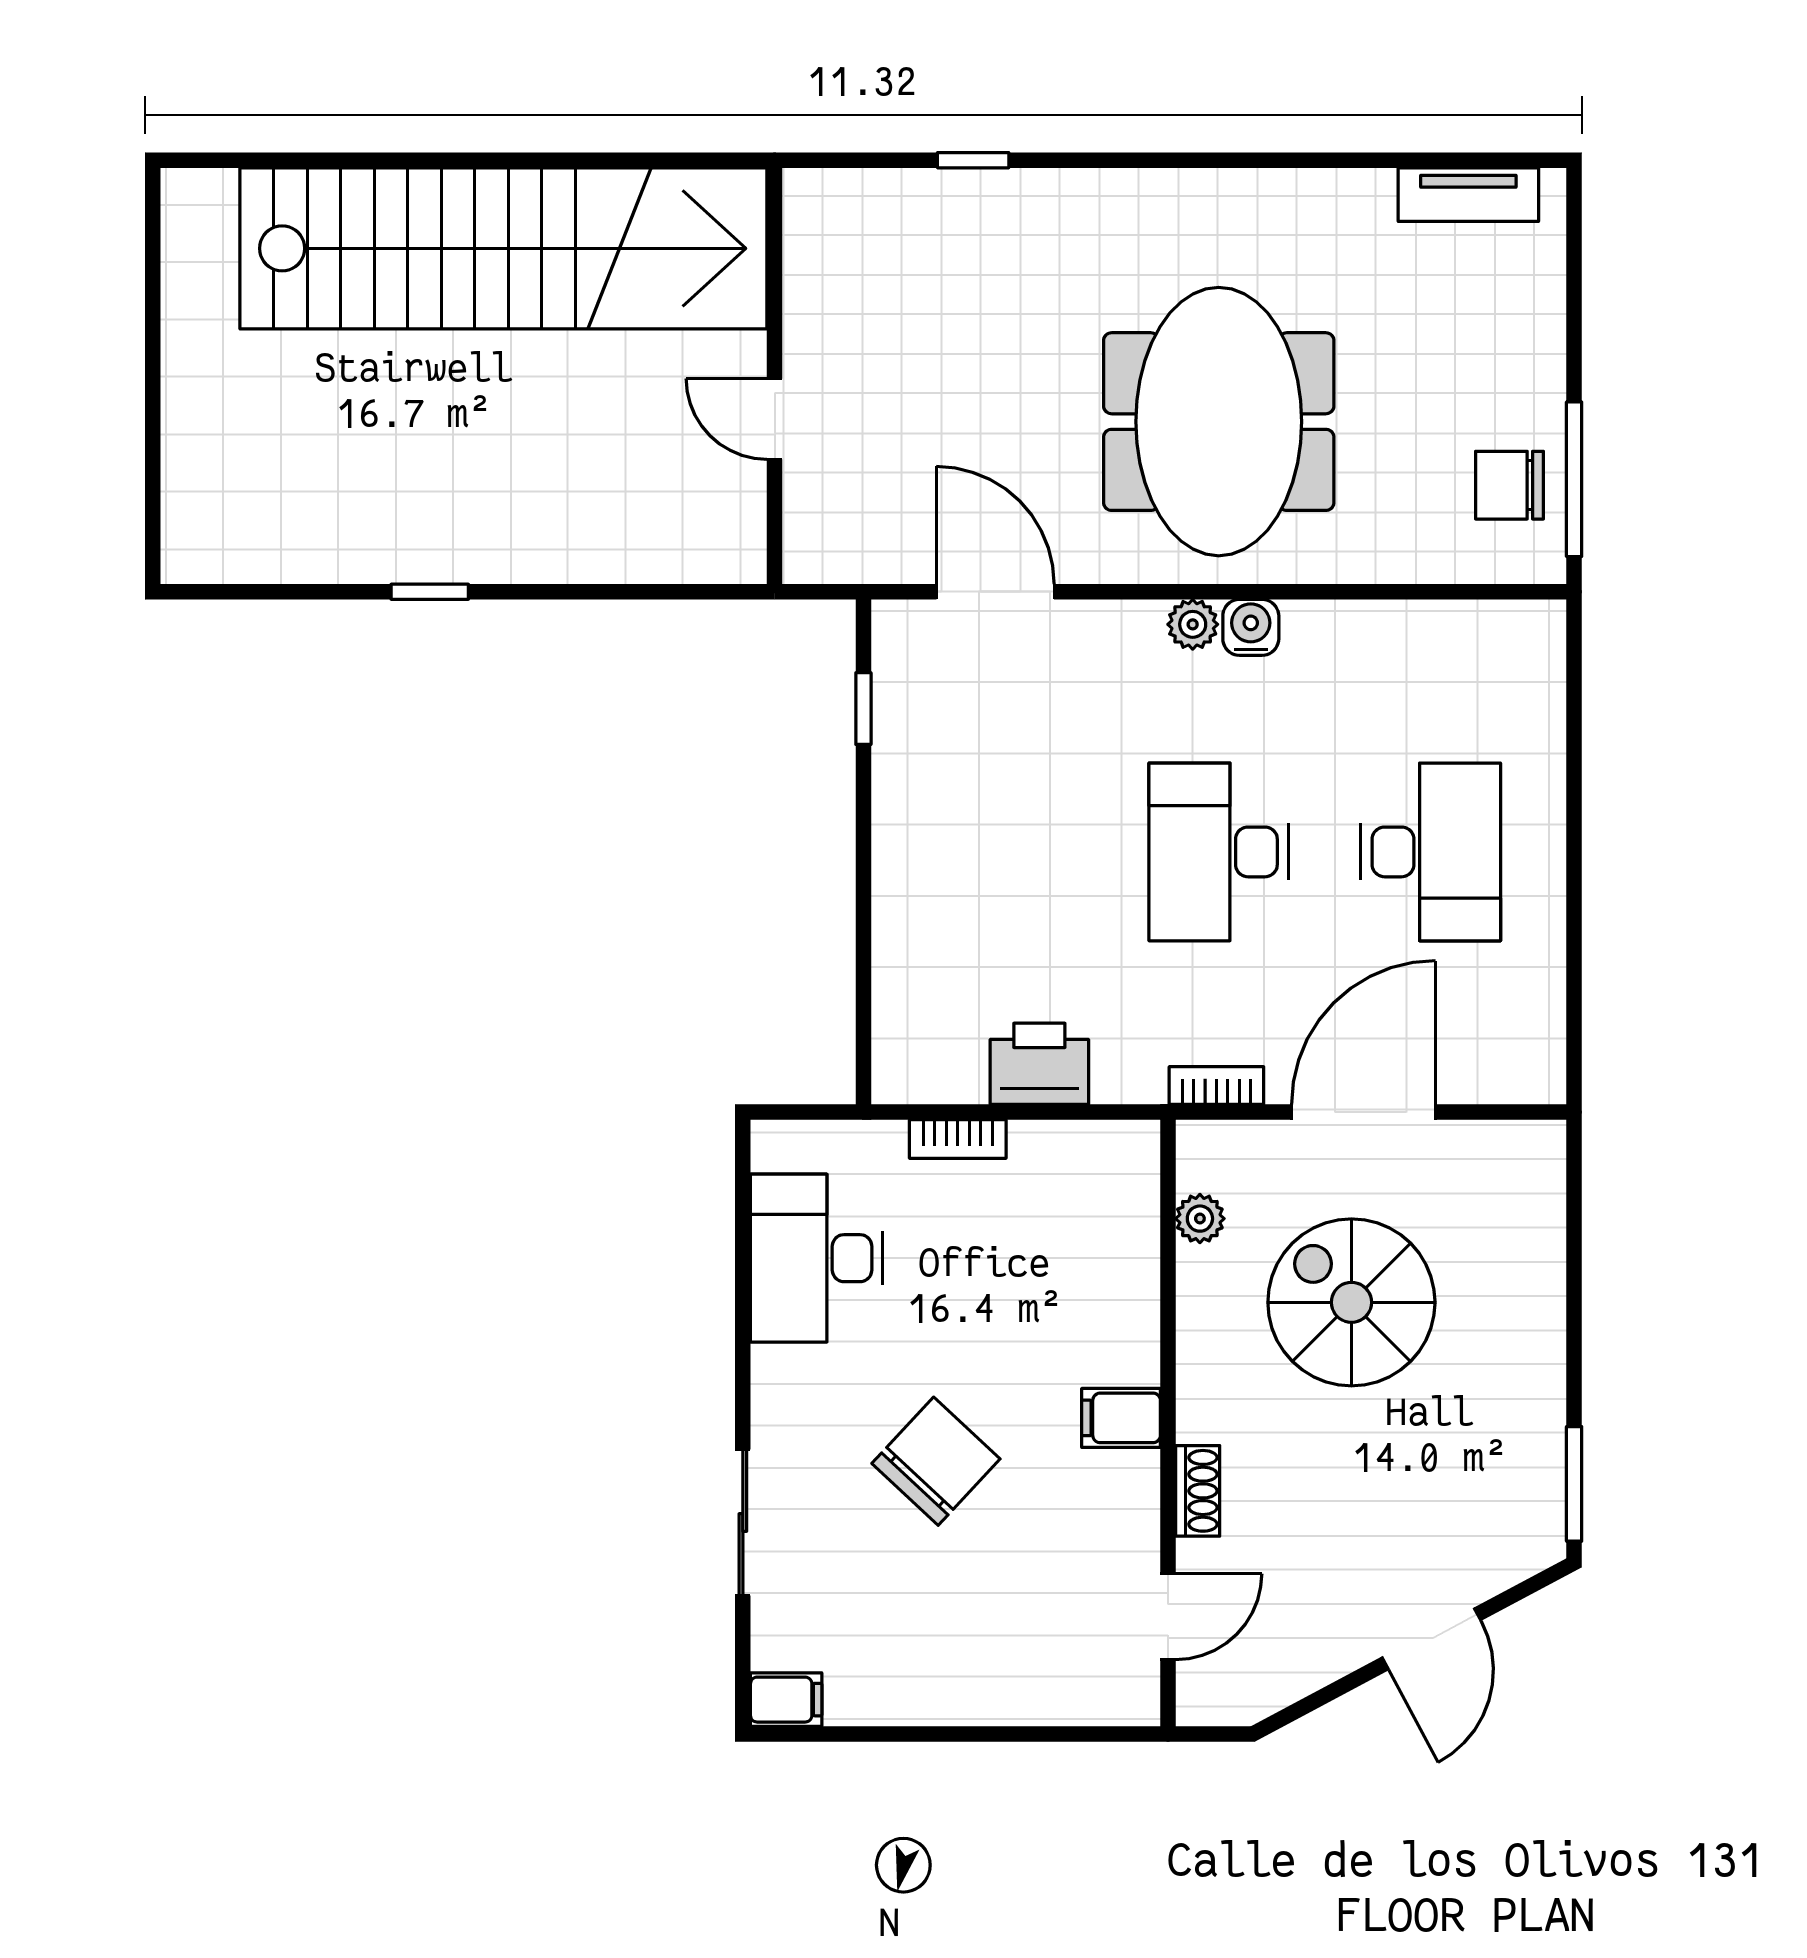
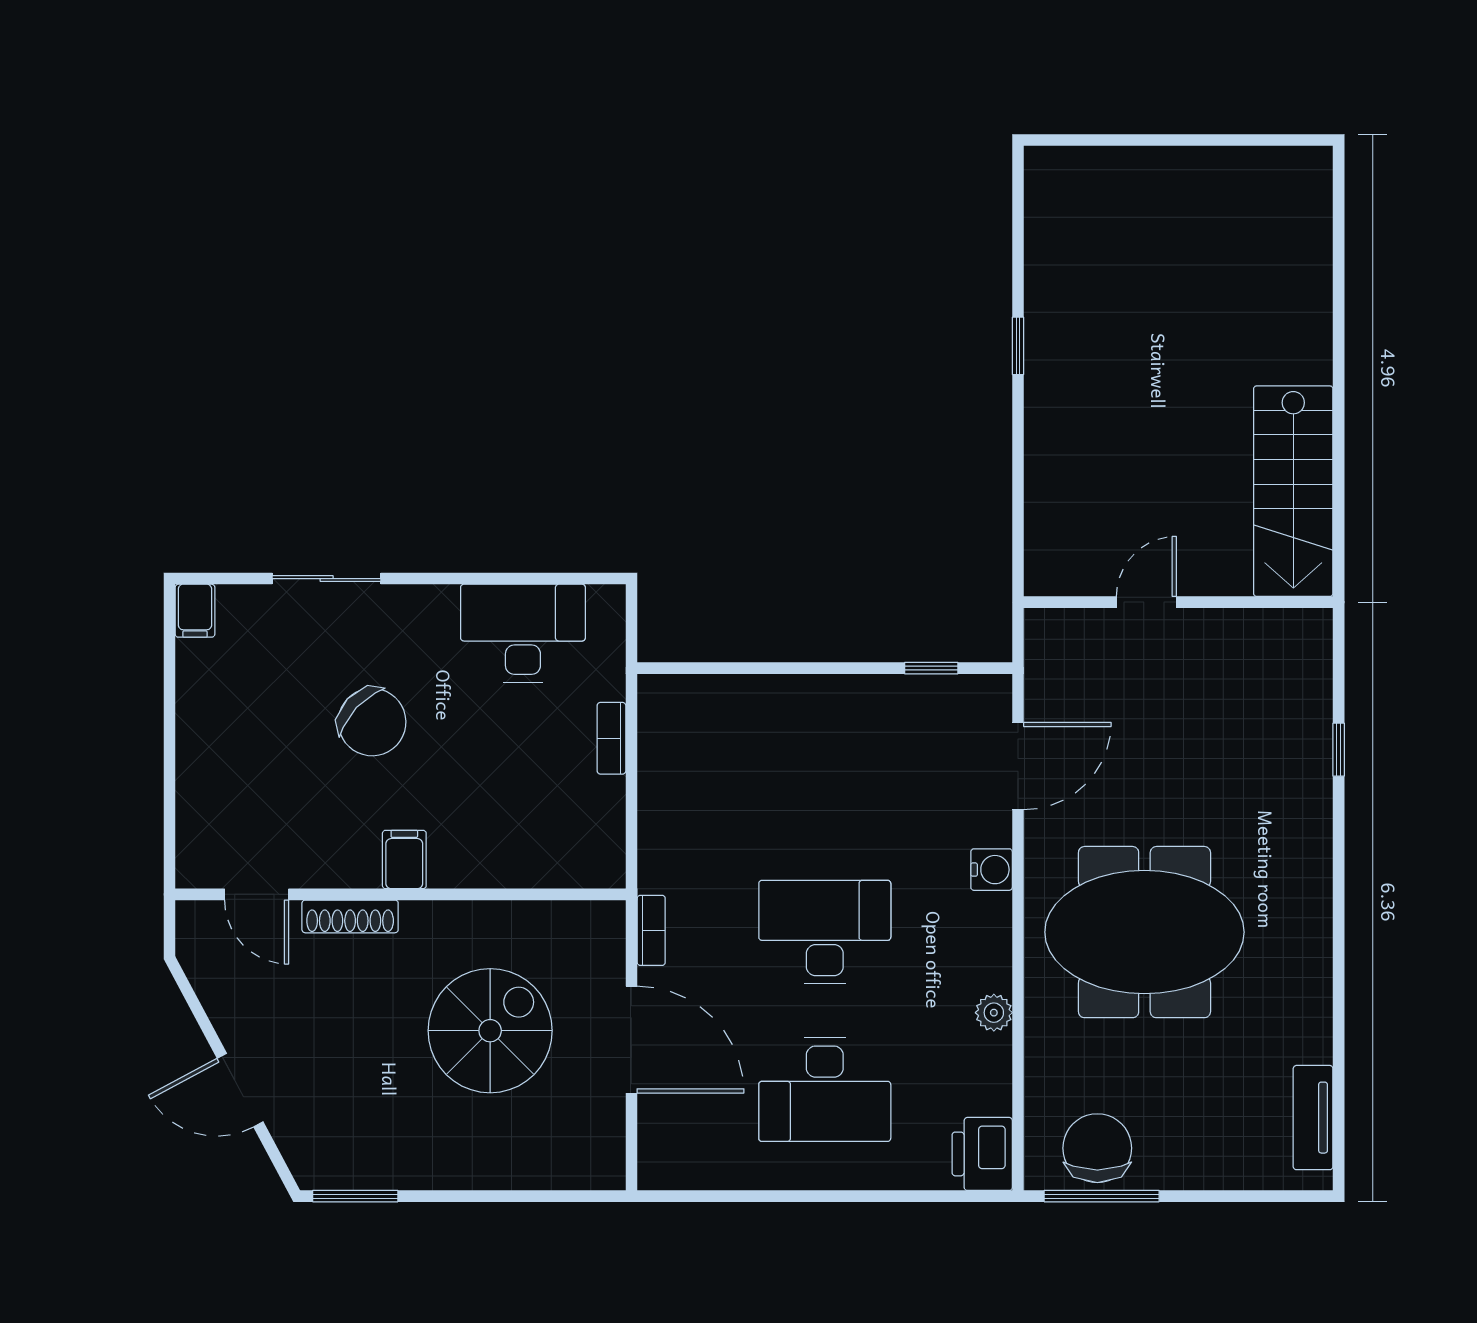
stairs: (503, 248) -> (1293, 491), width x0.54, depth x0.66
chair: (1510, 485) -> (1097, 1148), width x1.37, depth x1.37
plant: (1193, 624) -> (994, 1013), moved
water cooler: (1251, 627) -> (992, 870), moved
printer: (1039, 1064) -> (982, 1154), moved, turned 180
plant: (1200, 1219) -> (552, 918), removed
shoe rack: (1198, 1491) -> (350, 916), width x1.43

